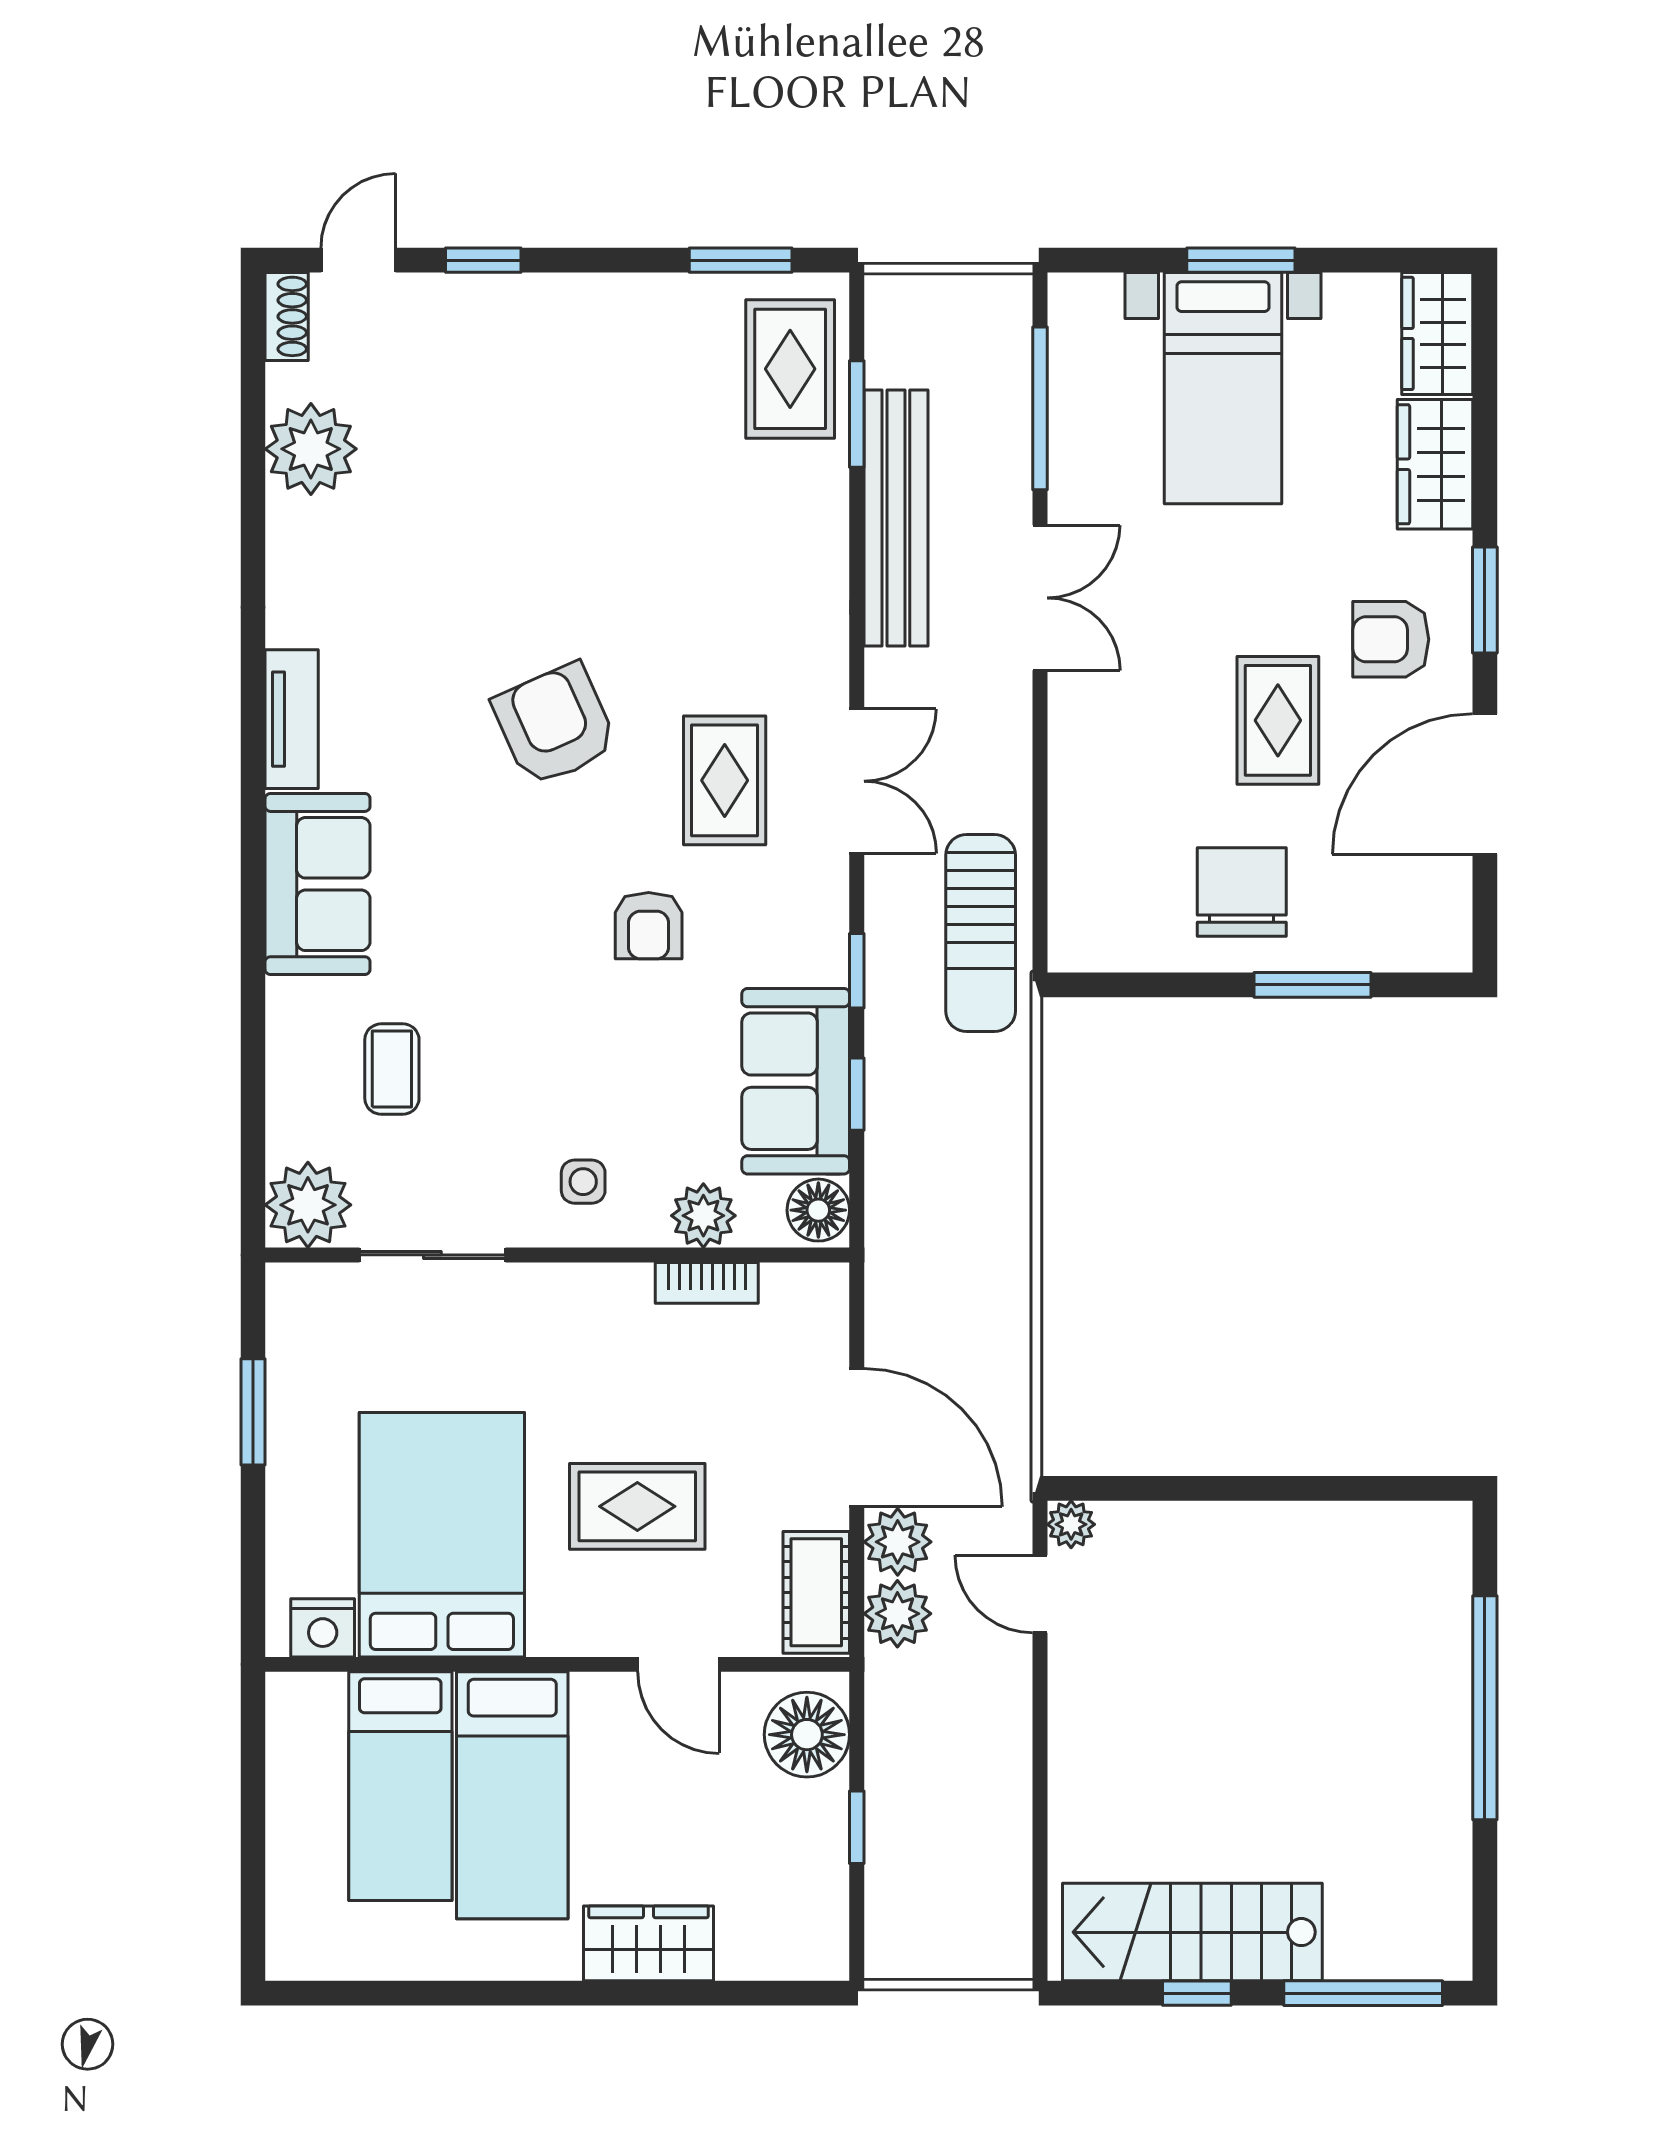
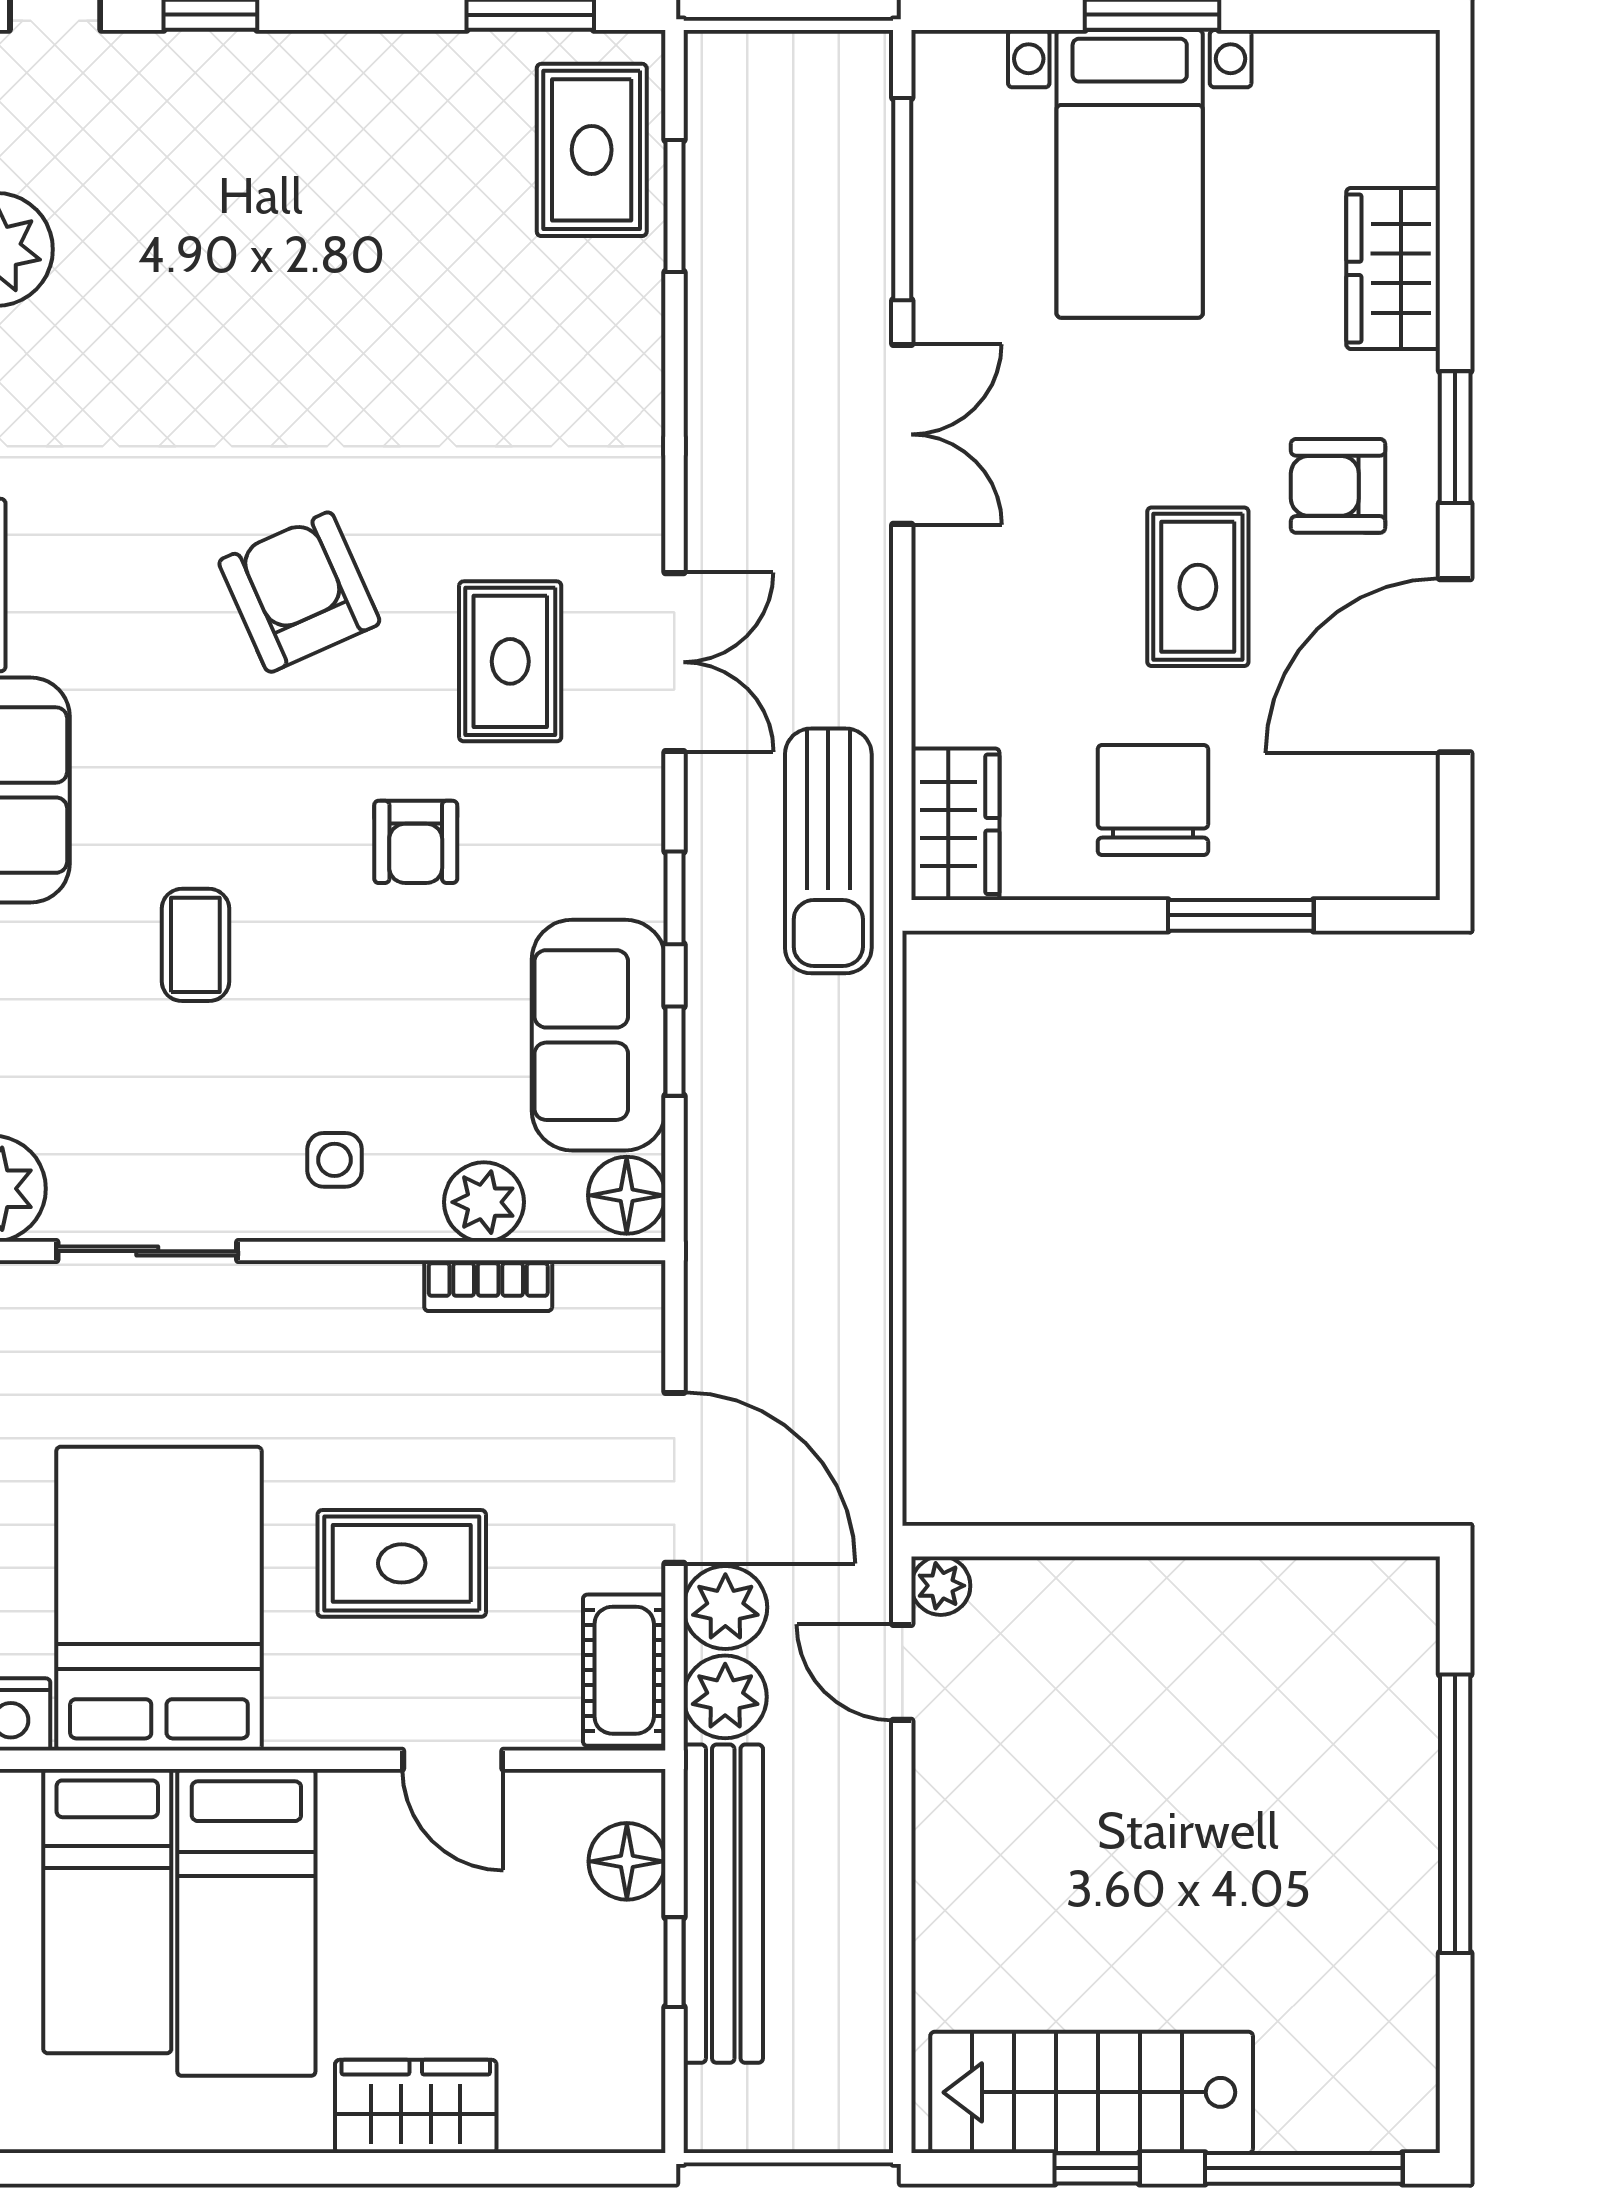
wardrobe: (1437, 333) -> (955, 824), moved, turned 180
bench: (896, 518) -> (723, 1904), moved
coffee table: (392, 1069) -> (195, 945), moved
floor lamp: (807, 1735) -> (627, 1861), width x0.73, depth x0.73

